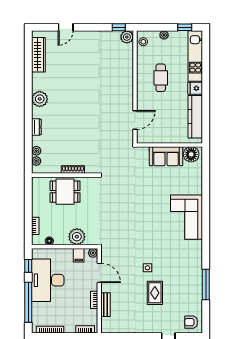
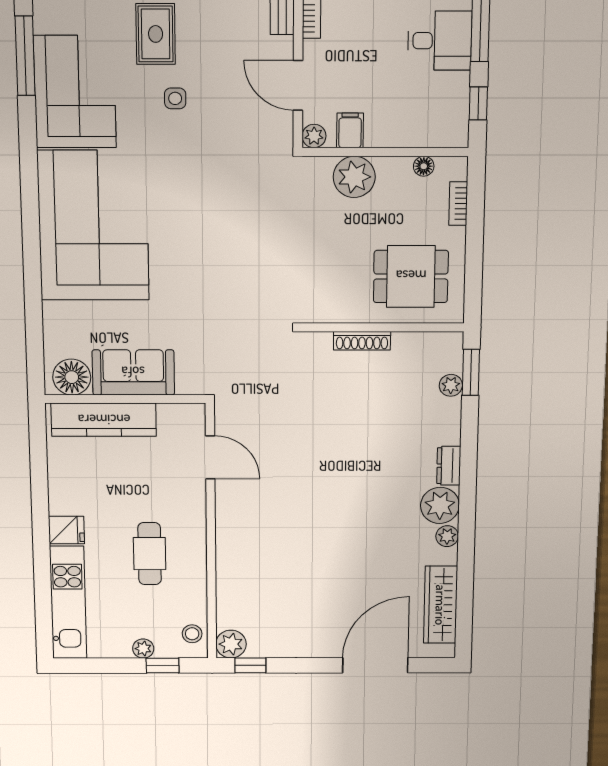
door: (66, 27) -> (375, 665), width x1.87
window: (185, 27) -> (163, 666), moved
kitchen counter: (195, 117) -> (104, 420), moved, turned 90
door: (135, 120) -> (210, 457), swing flipped
dresser: (36, 127) -> (449, 466), moved
window: (28, 156) -> (471, 372), added
plant: (36, 161) -> (447, 536), moved
dining table: (65, 192) -> (411, 276), moved
corner sofa: (187, 217) -> (93, 226), width x1.36, depth x1.36
corner sofa: (187, 270) -> (75, 92), added
desk: (48, 280) -> (440, 41), width x0.53, depth x0.77

